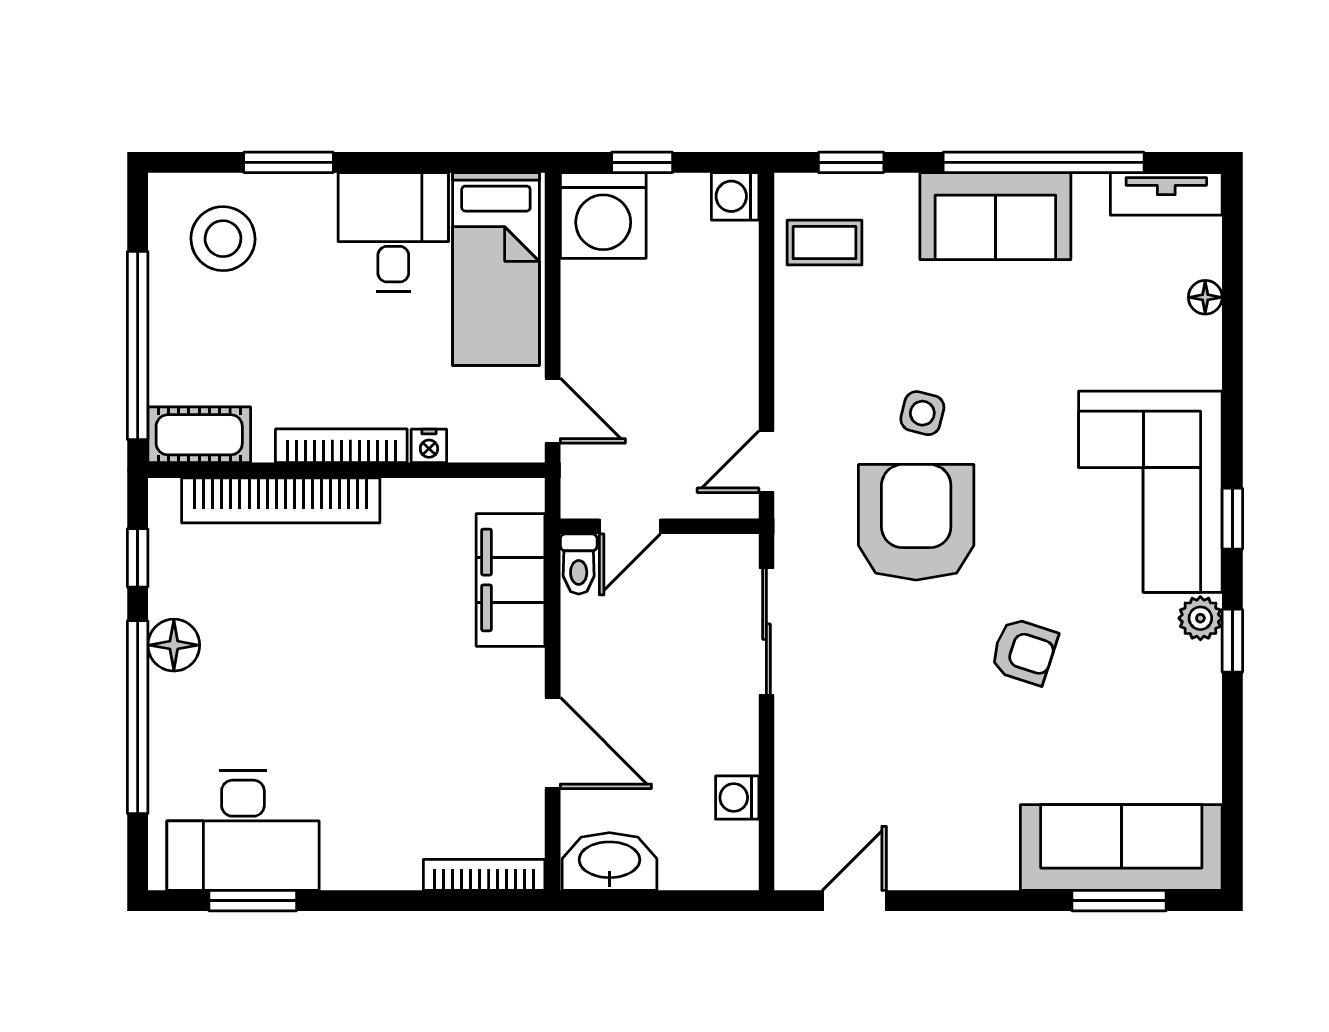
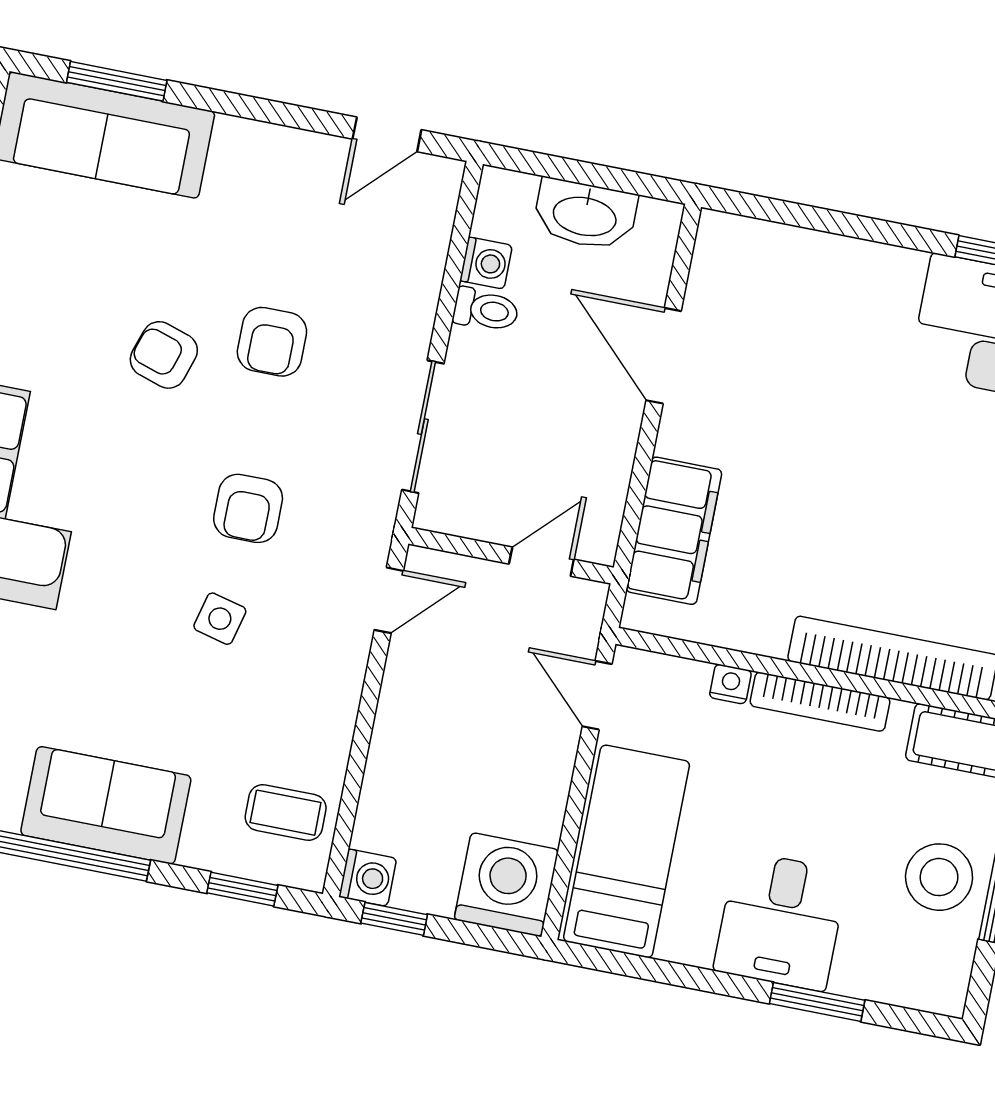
window: (642, 162) -> (394, 919), moved
desk: (393, 232) -> (781, 921), moved
stool: (223, 239) -> (939, 877), moved
armchair: (916, 522) -> (248, 508), width x0.53, depth x0.53
toilet: (579, 564) -> (486, 310), moved, turned 90
armchair: (924, 684) -> (272, 342), added
washbasin: (609, 861) -> (585, 215), moved
bookcase: (484, 875) -> (760, 235), removed

